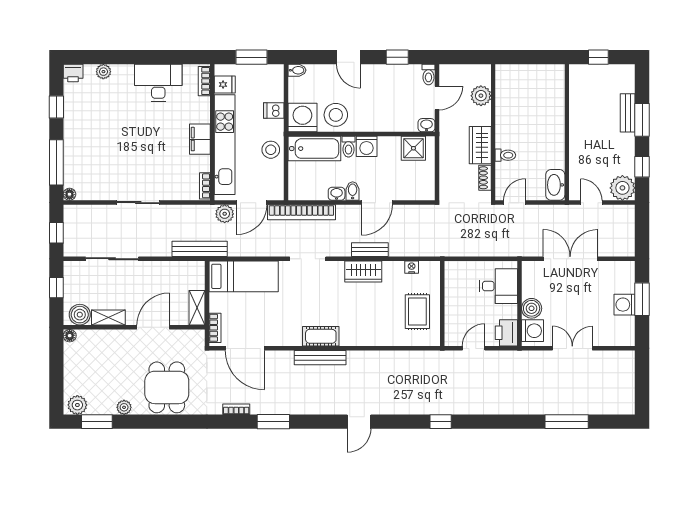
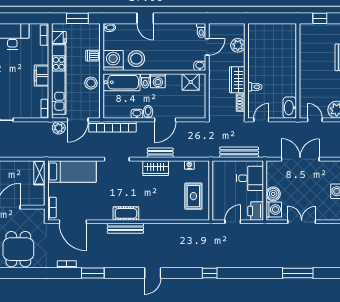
window: (397, 57) -> (179, 18), removed
bench: (200, 249) -> (239, 152), moved
shelving: (197, 308) -> (39, 173), moved

